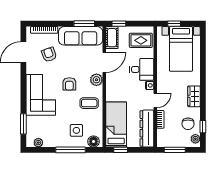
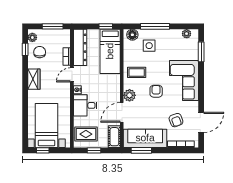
window: (119, 24) -> (94, 150), moved
window: (174, 24) -> (43, 150), moved

